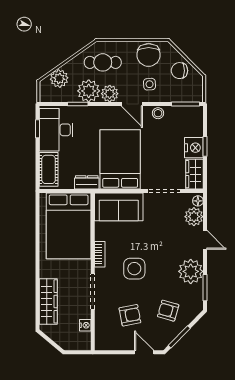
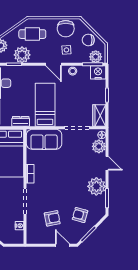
plant: (110, 94) -> (96, 57), moved
nightstand: (194, 148) -> (98, 72), moved, turned -90
bed: (120, 159) -> (45, 105), width x0.67
side table: (134, 269) -> (55, 184), removed

